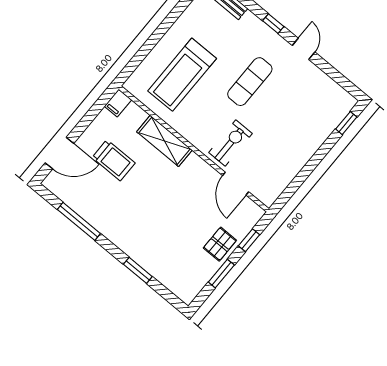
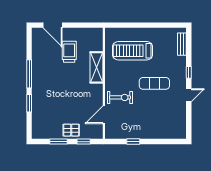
filing cabinet: (118, 103) -> (96, 33), removed
window: (346, 123) -> (133, 142), moved
trolley: (114, 160) -> (69, 52), turned 180
window: (79, 221) -> (29, 74), moved

